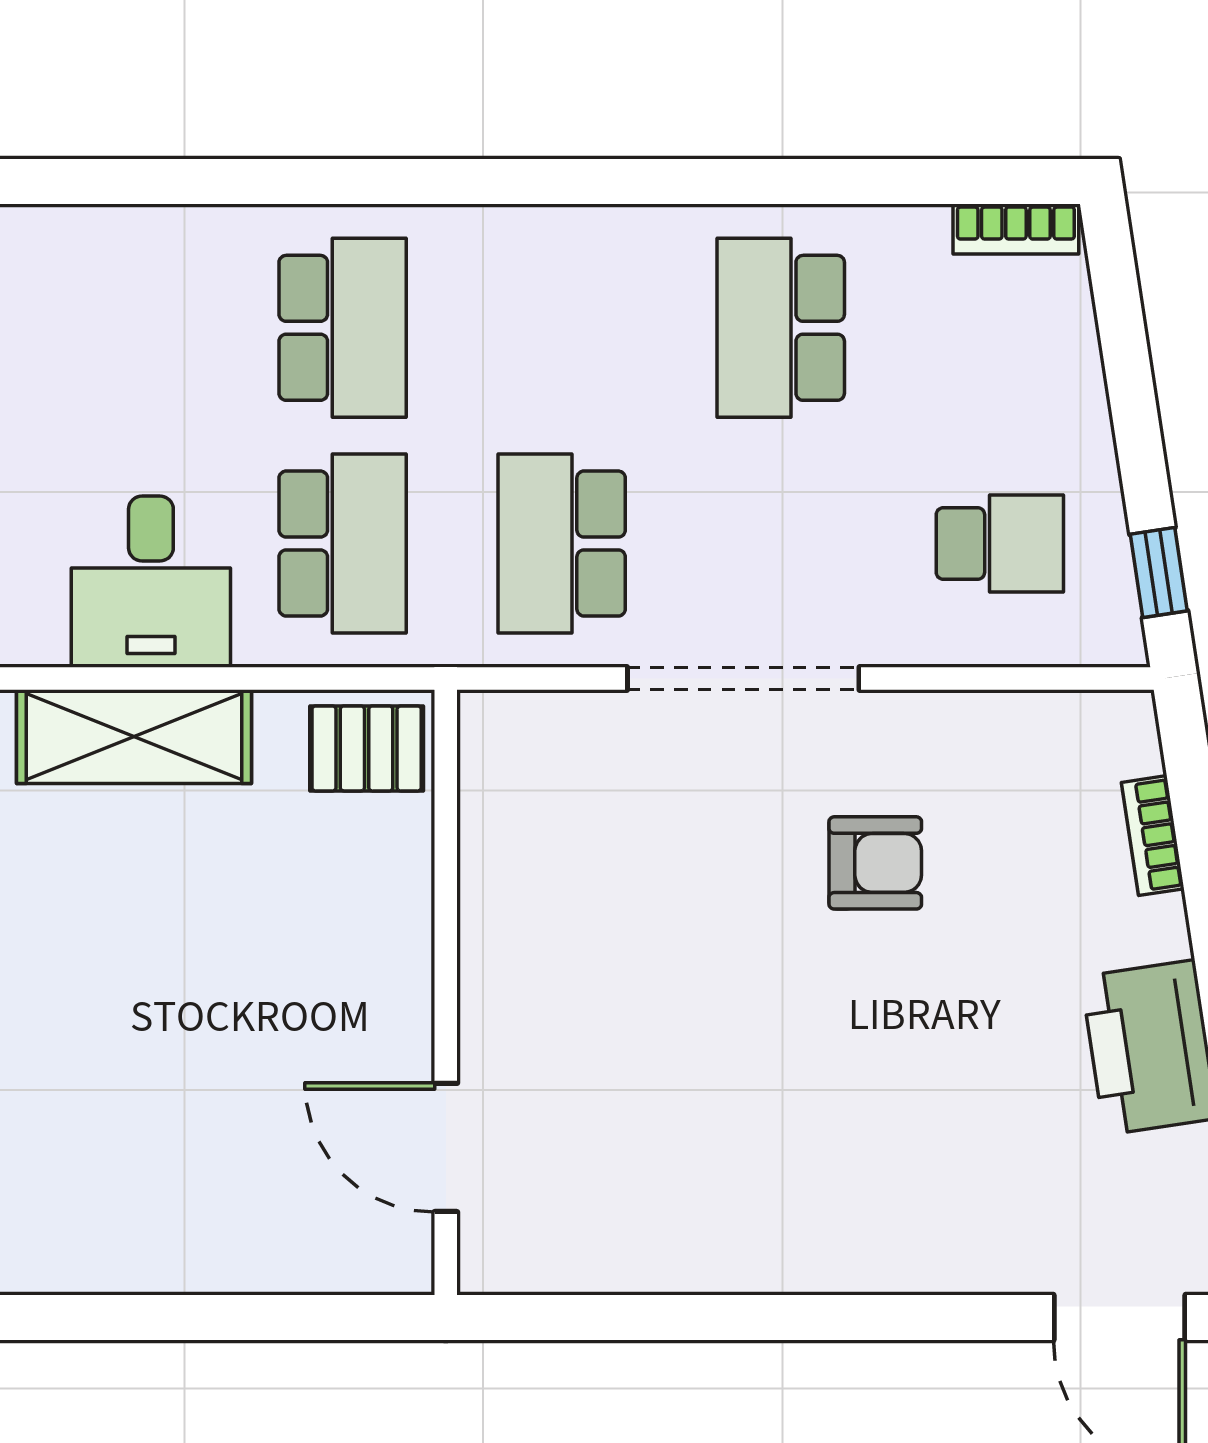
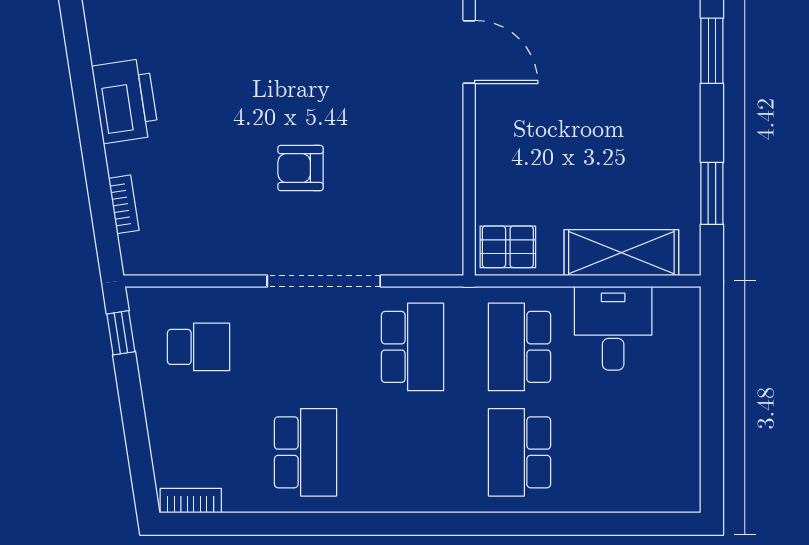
school desk: (1000, 544) -> (199, 347), turned 180
armchair: (875, 863) -> (300, 168), moved

